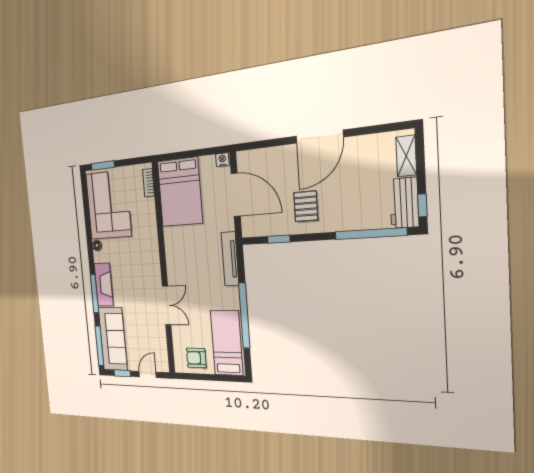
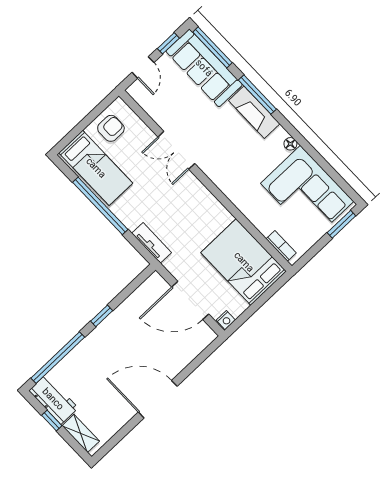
door: (319, 137) -> (158, 399), hinge flipped
window: (422, 205) -> (52, 421), moved
pallet: (306, 206) -> (124, 338), removed
window: (279, 239) -> (102, 316), moved
tv unit: (230, 259) -> (152, 243), width x0.71

